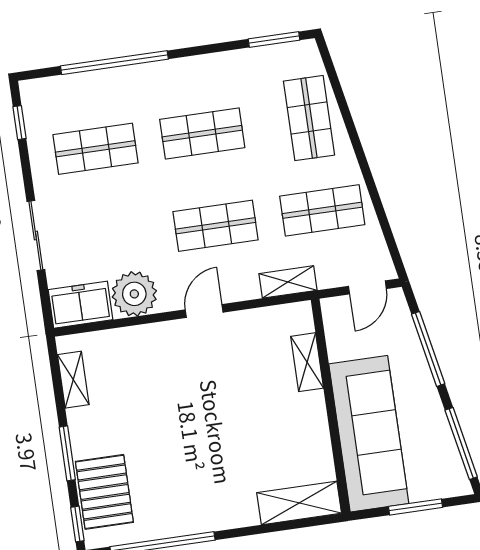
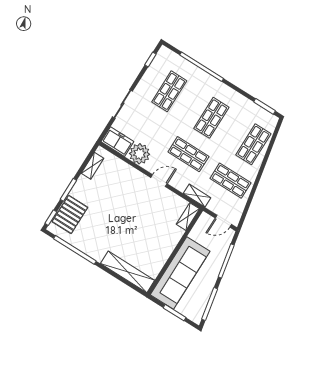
shop shelf: (202, 133) -> (211, 118), turned 90
shop shelf: (96, 149) -> (169, 91), turned 90
shelving: (307, 362) -> (188, 217), moved
shelving: (299, 503) -> (128, 272), width x1.47

